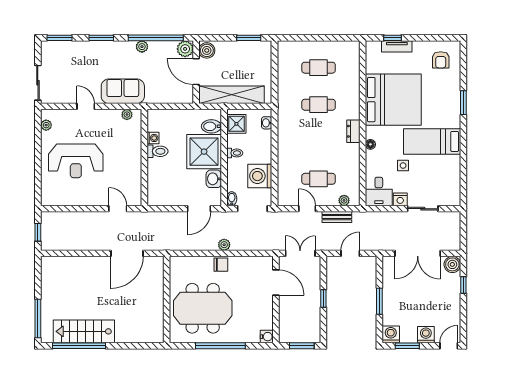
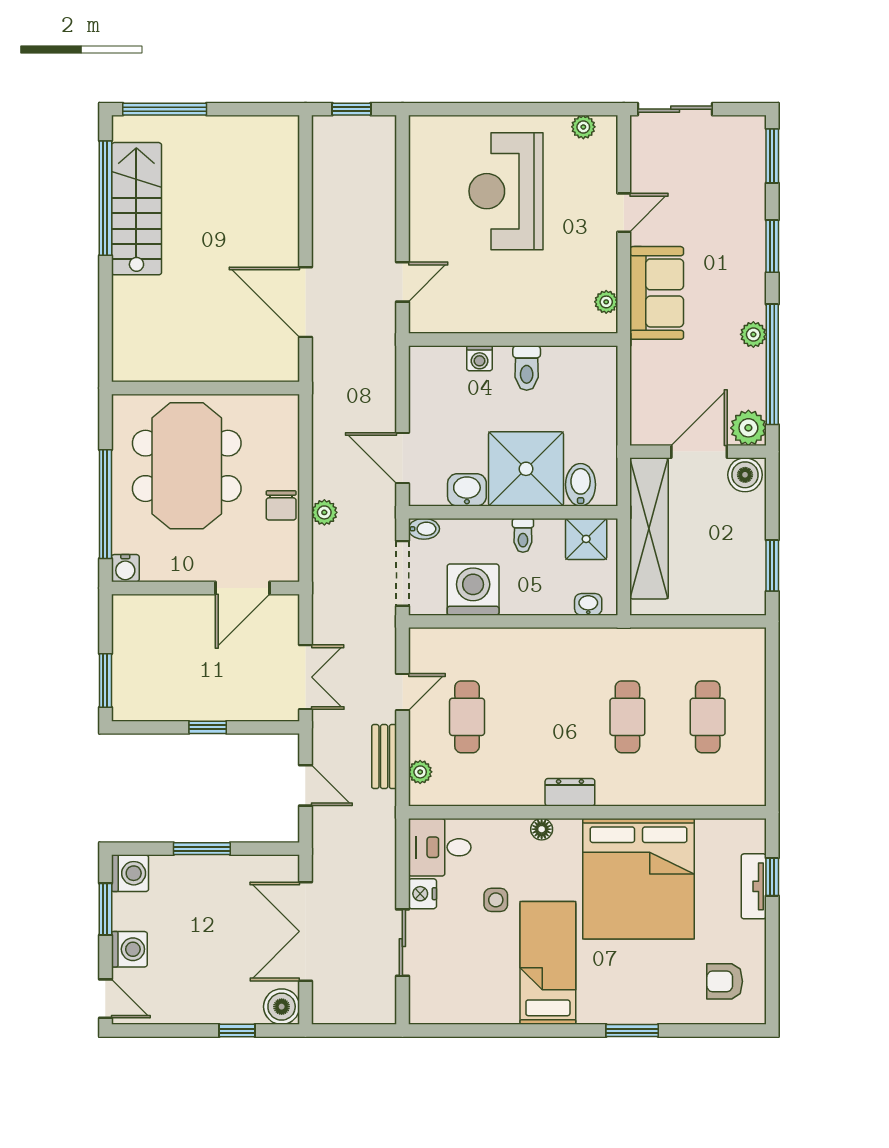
washing machine: (153, 138) -> (480, 358), moved
door: (276, 282) -> (242, 588), moved
wall: (276, 300) -> (205, 588), moved
water cooler: (267, 337) -> (125, 568), moved

